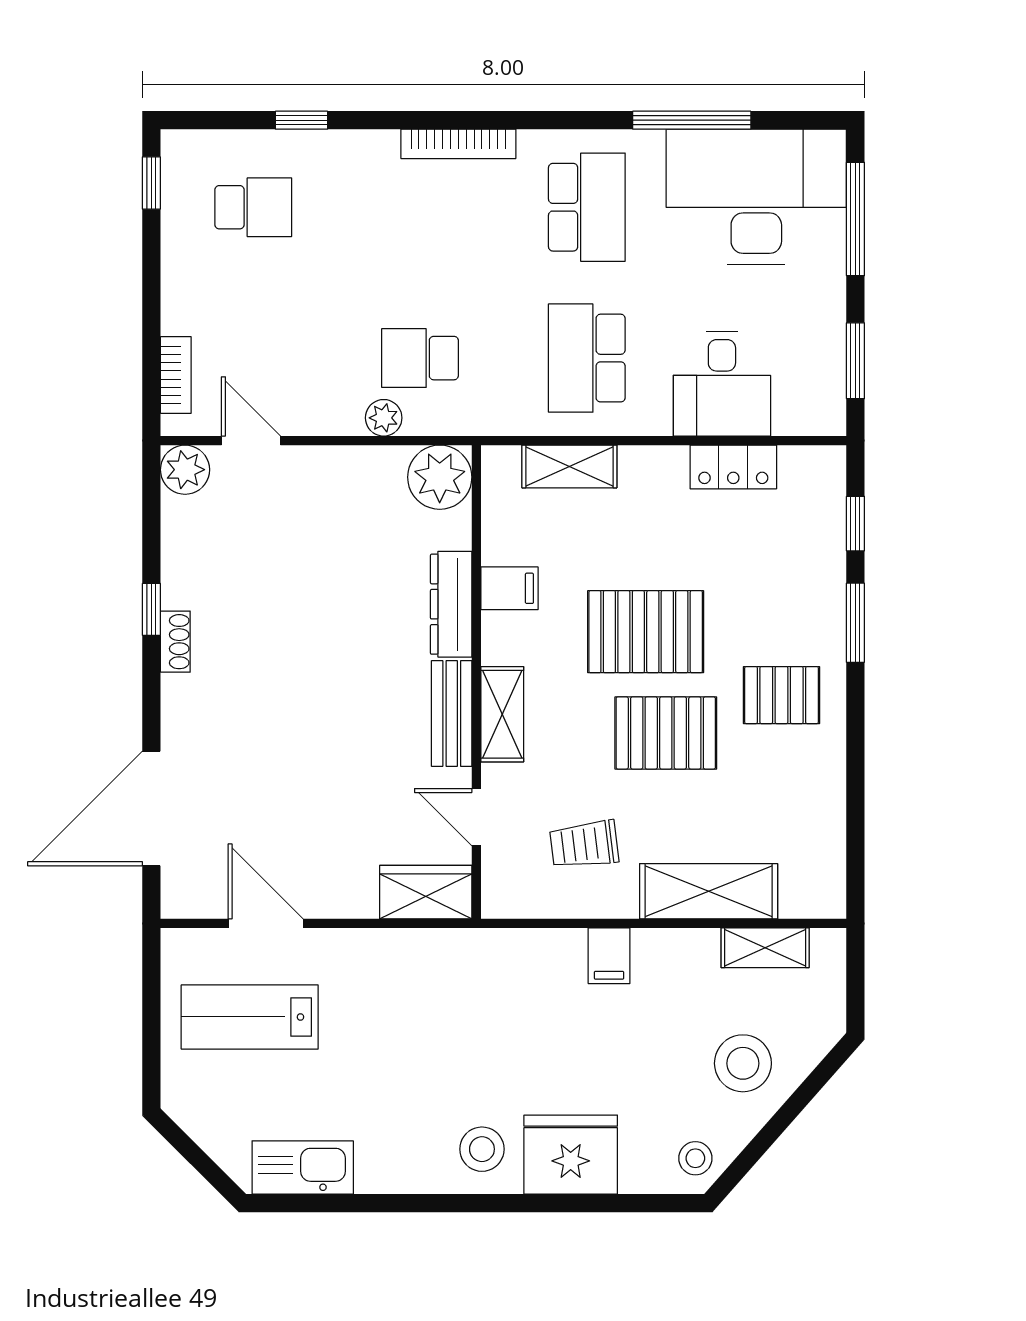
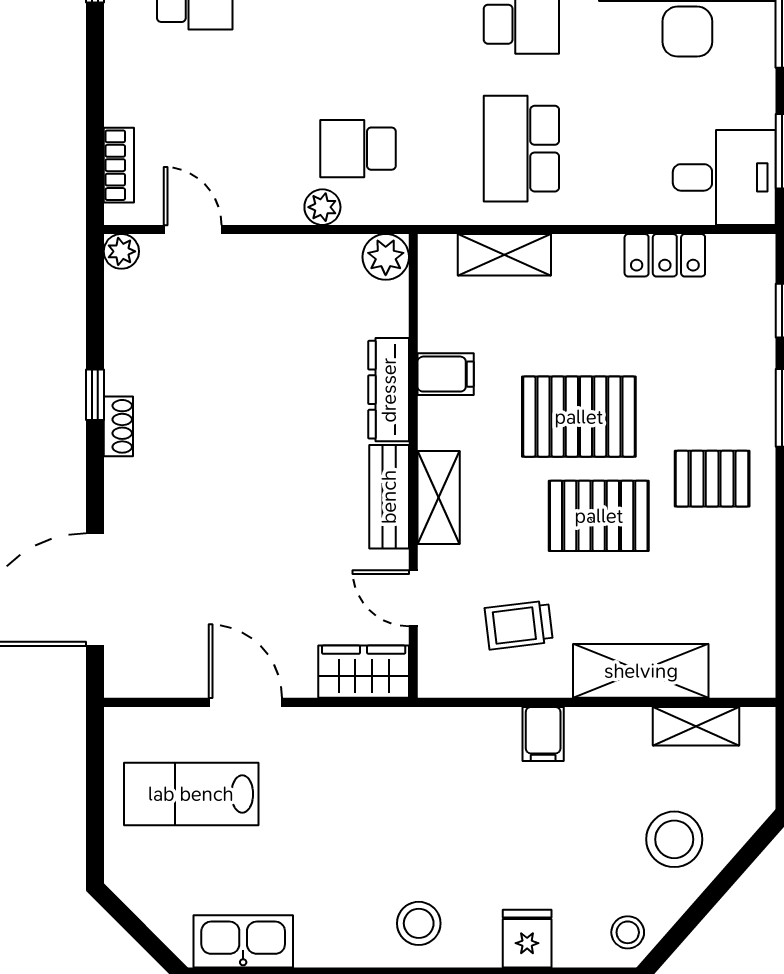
desk: (722, 384) -> (724, 177), moved, turned -90
plant: (185, 470) -> (121, 251), width x0.73, depth x0.73
plant: (440, 477) -> (386, 257), width x0.73, depth x0.73
door: (266, 923) -> (245, 702), moved
fridge: (571, 1155) -> (527, 939), width x0.53, depth x0.75

